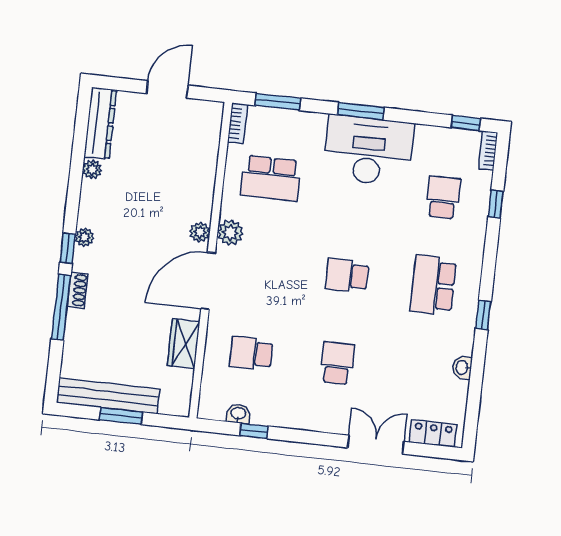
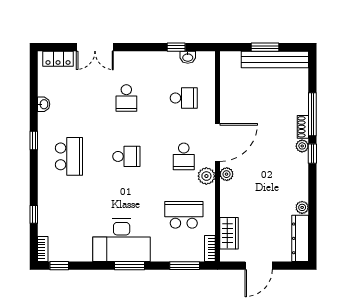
school desk: (443, 198) -> (184, 156), moved
plant: (84, 237) -> (302, 146), moved
wardrobe: (184, 344) -> (229, 233), moved

